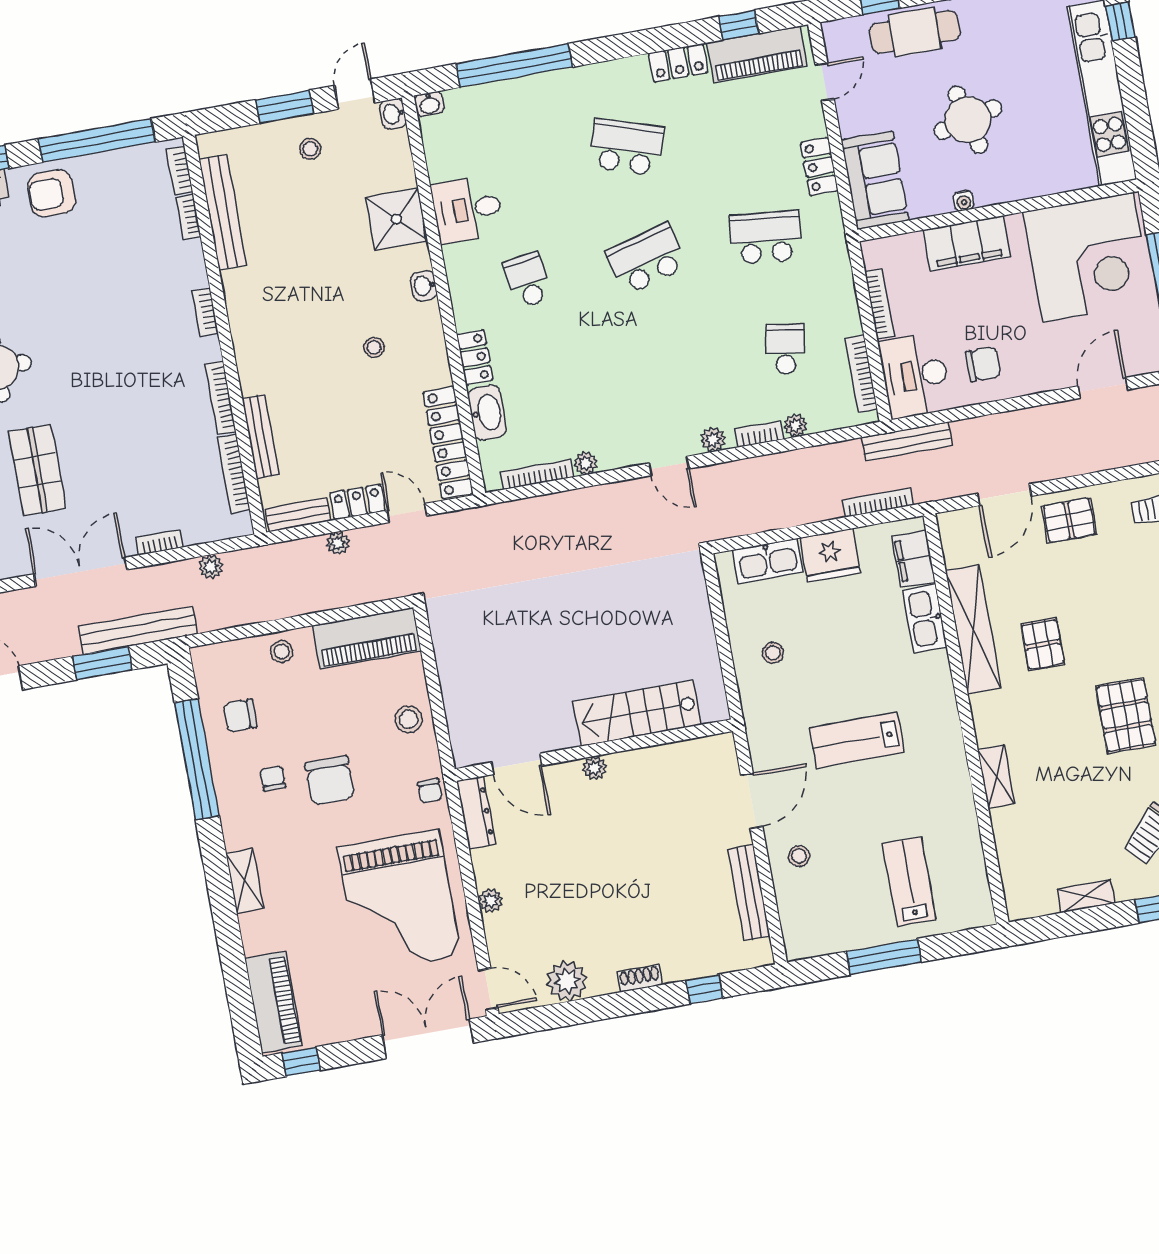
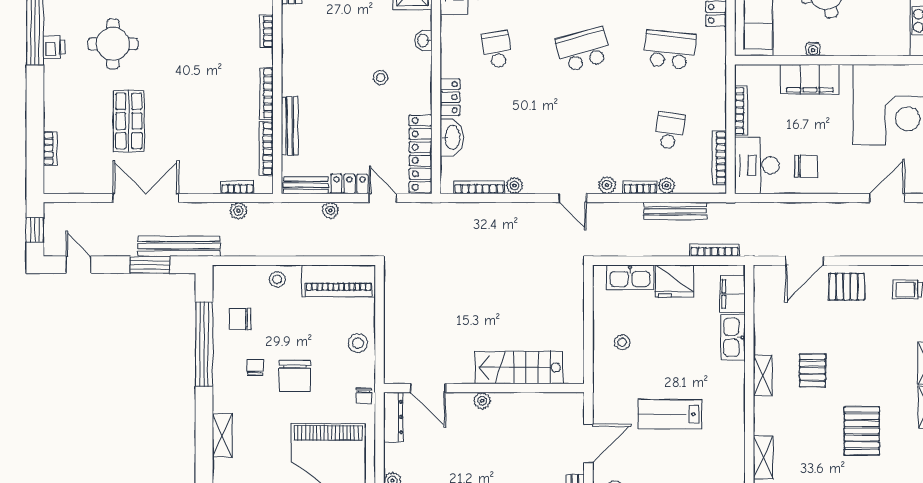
bench: (907, 442) -> (675, 211), moved
bookcase: (160, 542) -> (237, 187), moved
shelving: (973, 629) -> (763, 375), width x0.45, depth x0.75

